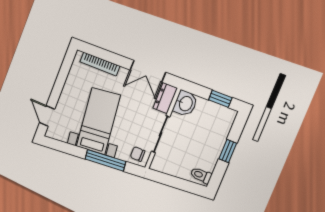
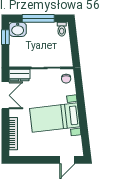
washbasin: (185, 103) -> (18, 29), moved, turned 180
window: (228, 151) -> (38, 18), width x2.17
window: (105, 160) -> (81, 101), removed

